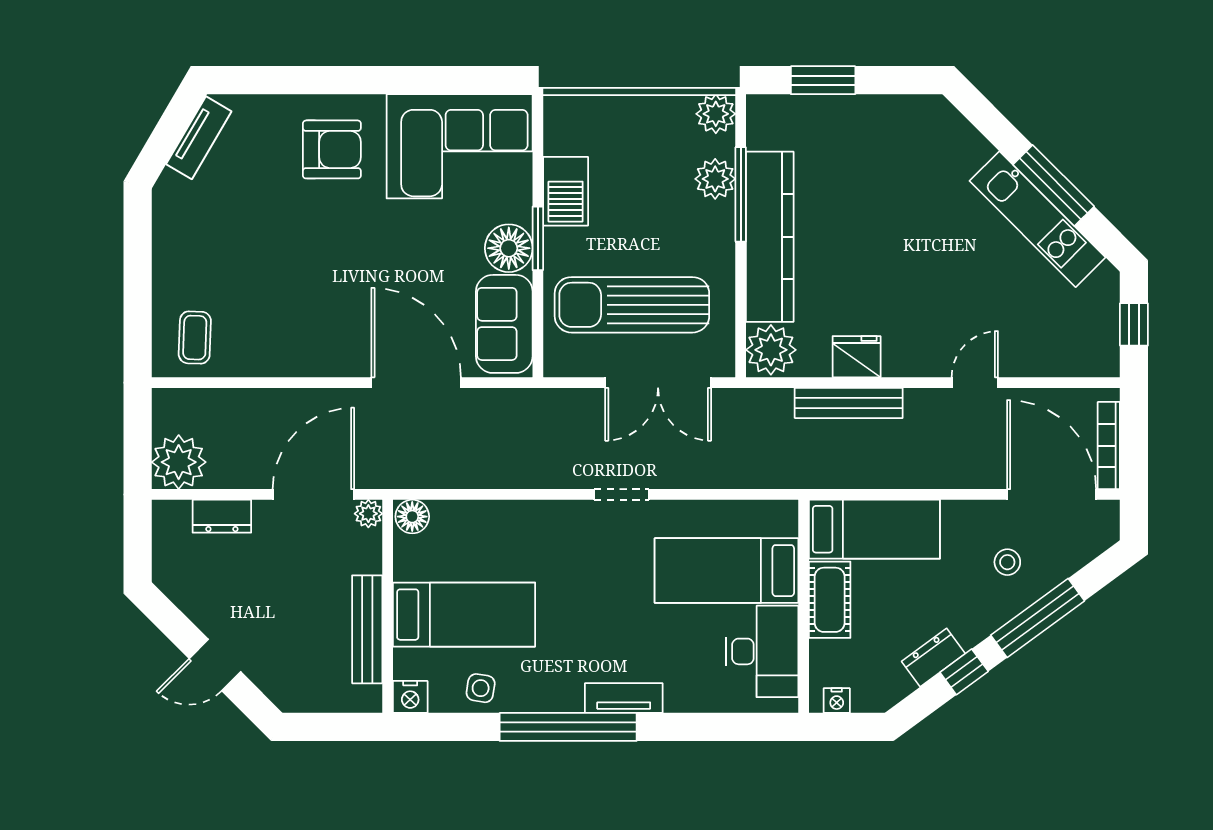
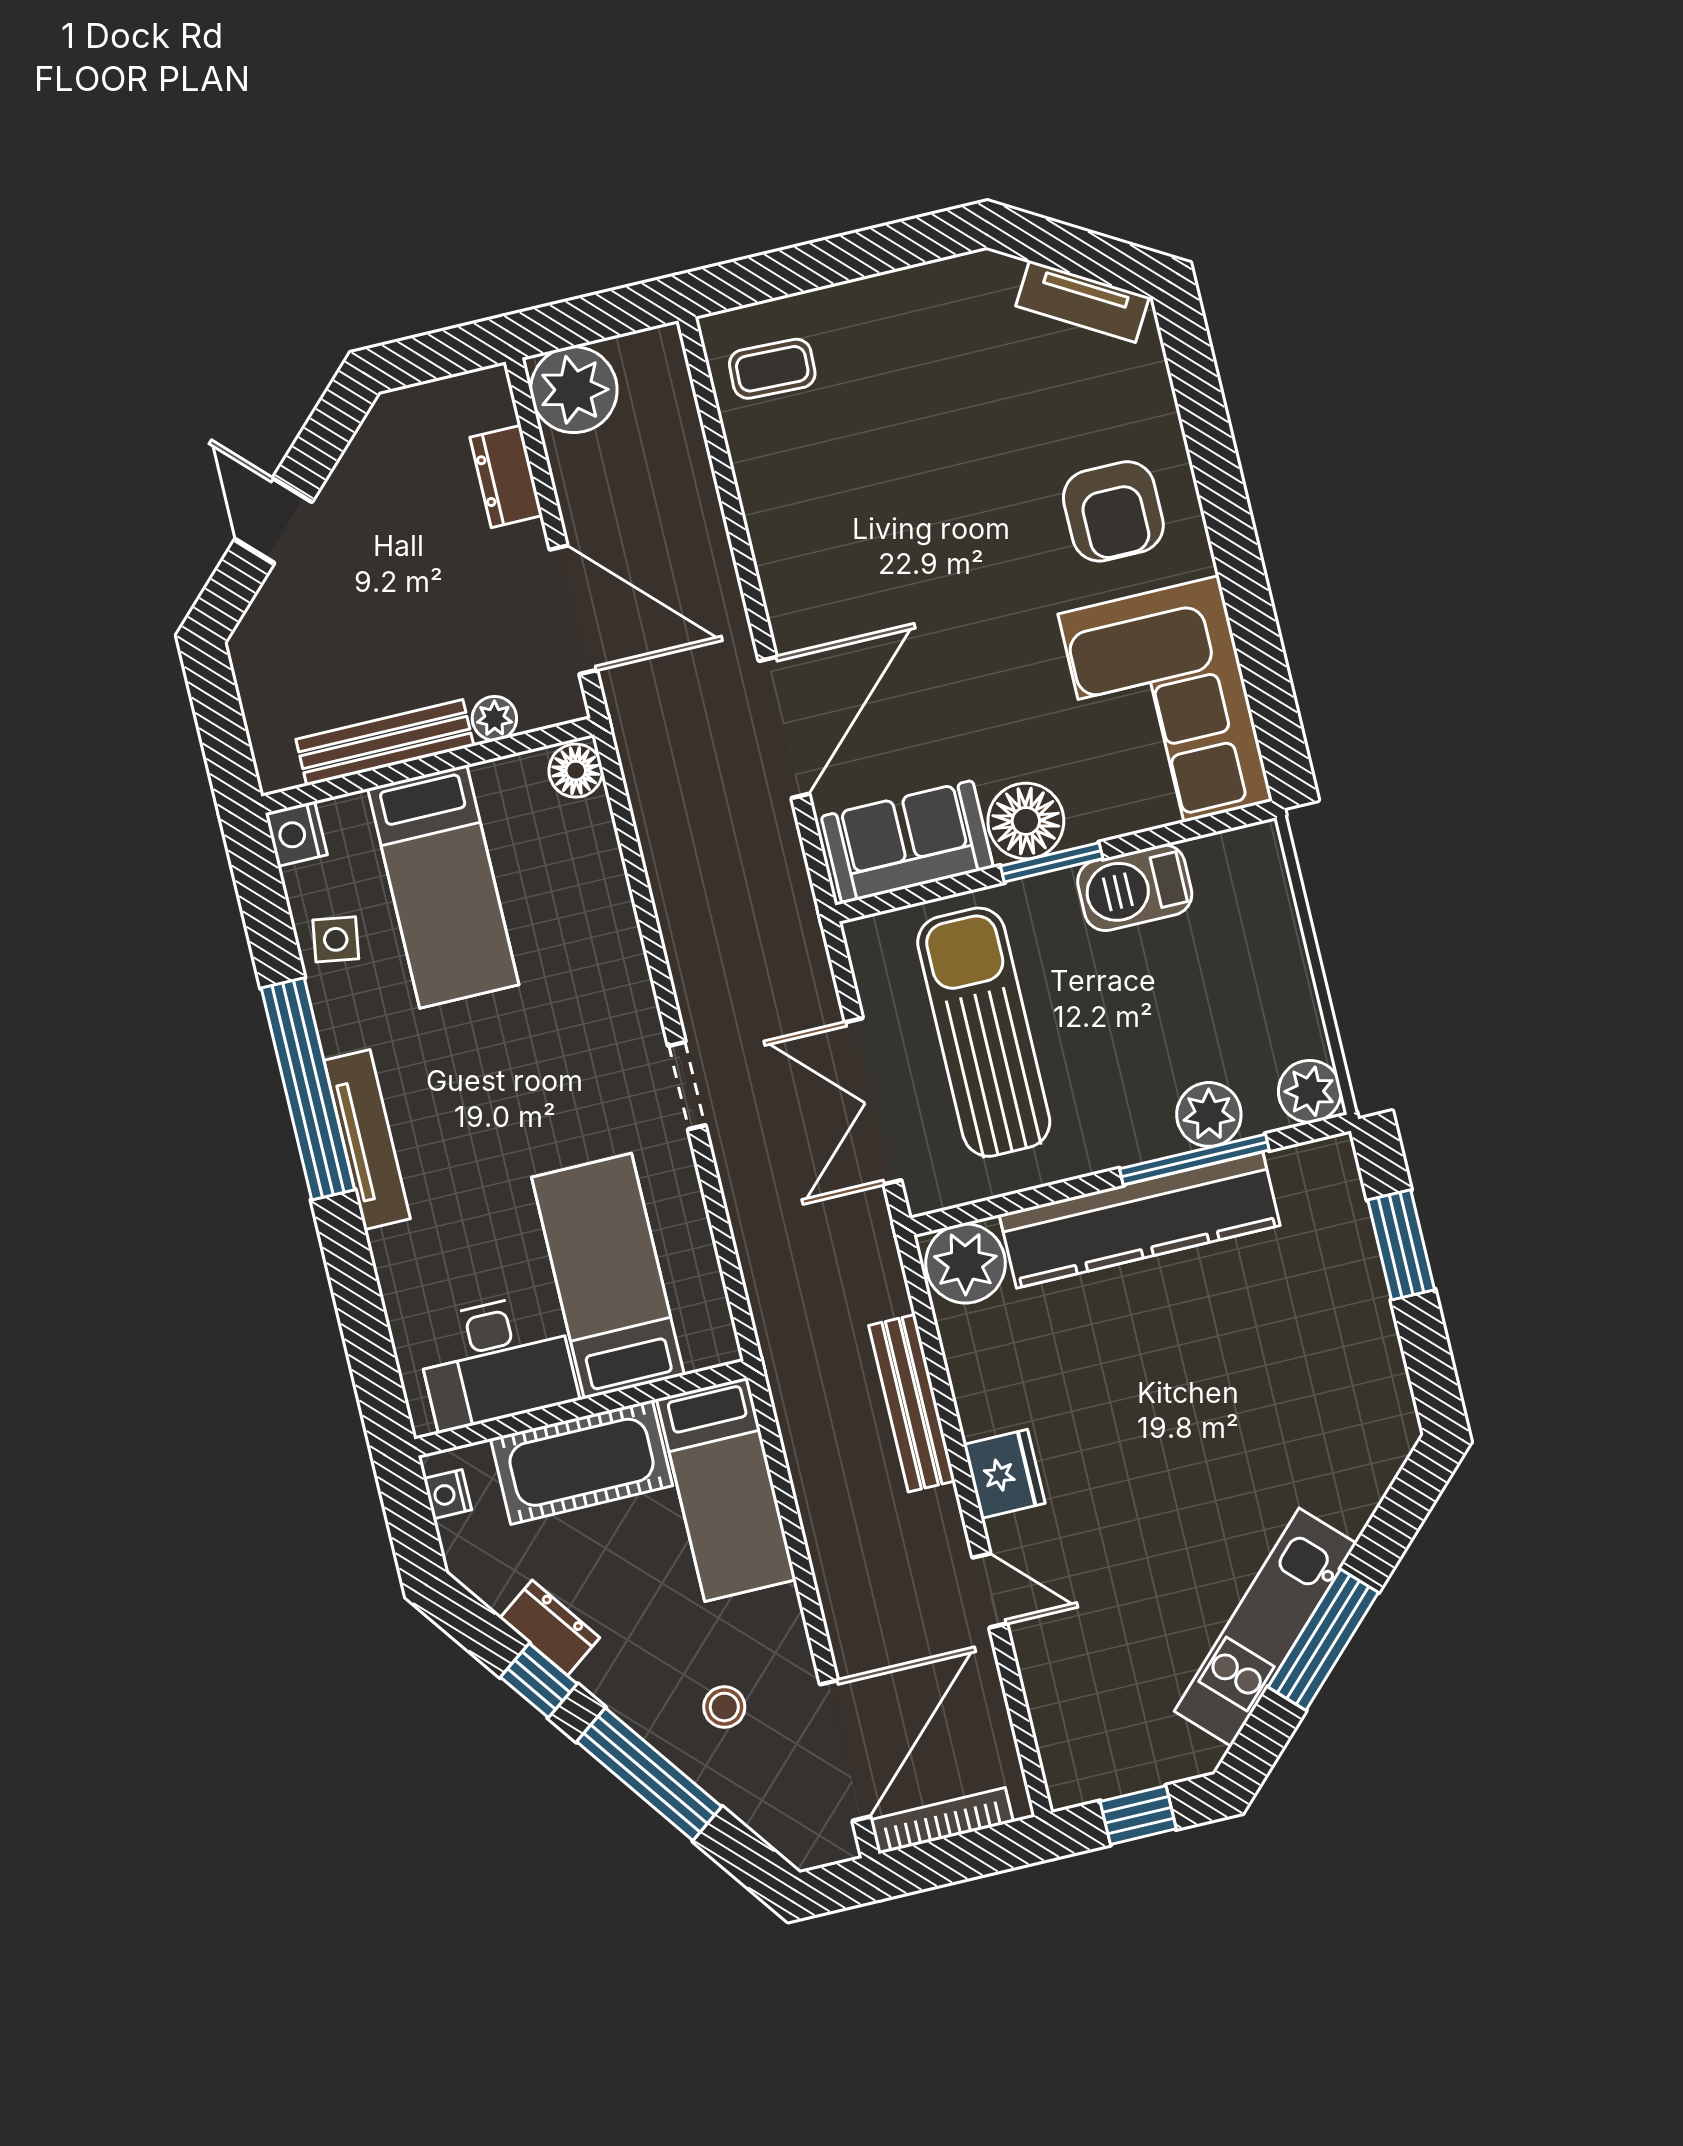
fridge: (857, 357) -> (1004, 1474), moved
plant: (368, 514) -> (494, 718), moved
cot: (830, 600) -> (582, 1462), width x1.37, depth x1.34
tv unit: (624, 698) -> (367, 1140), width x1.41

